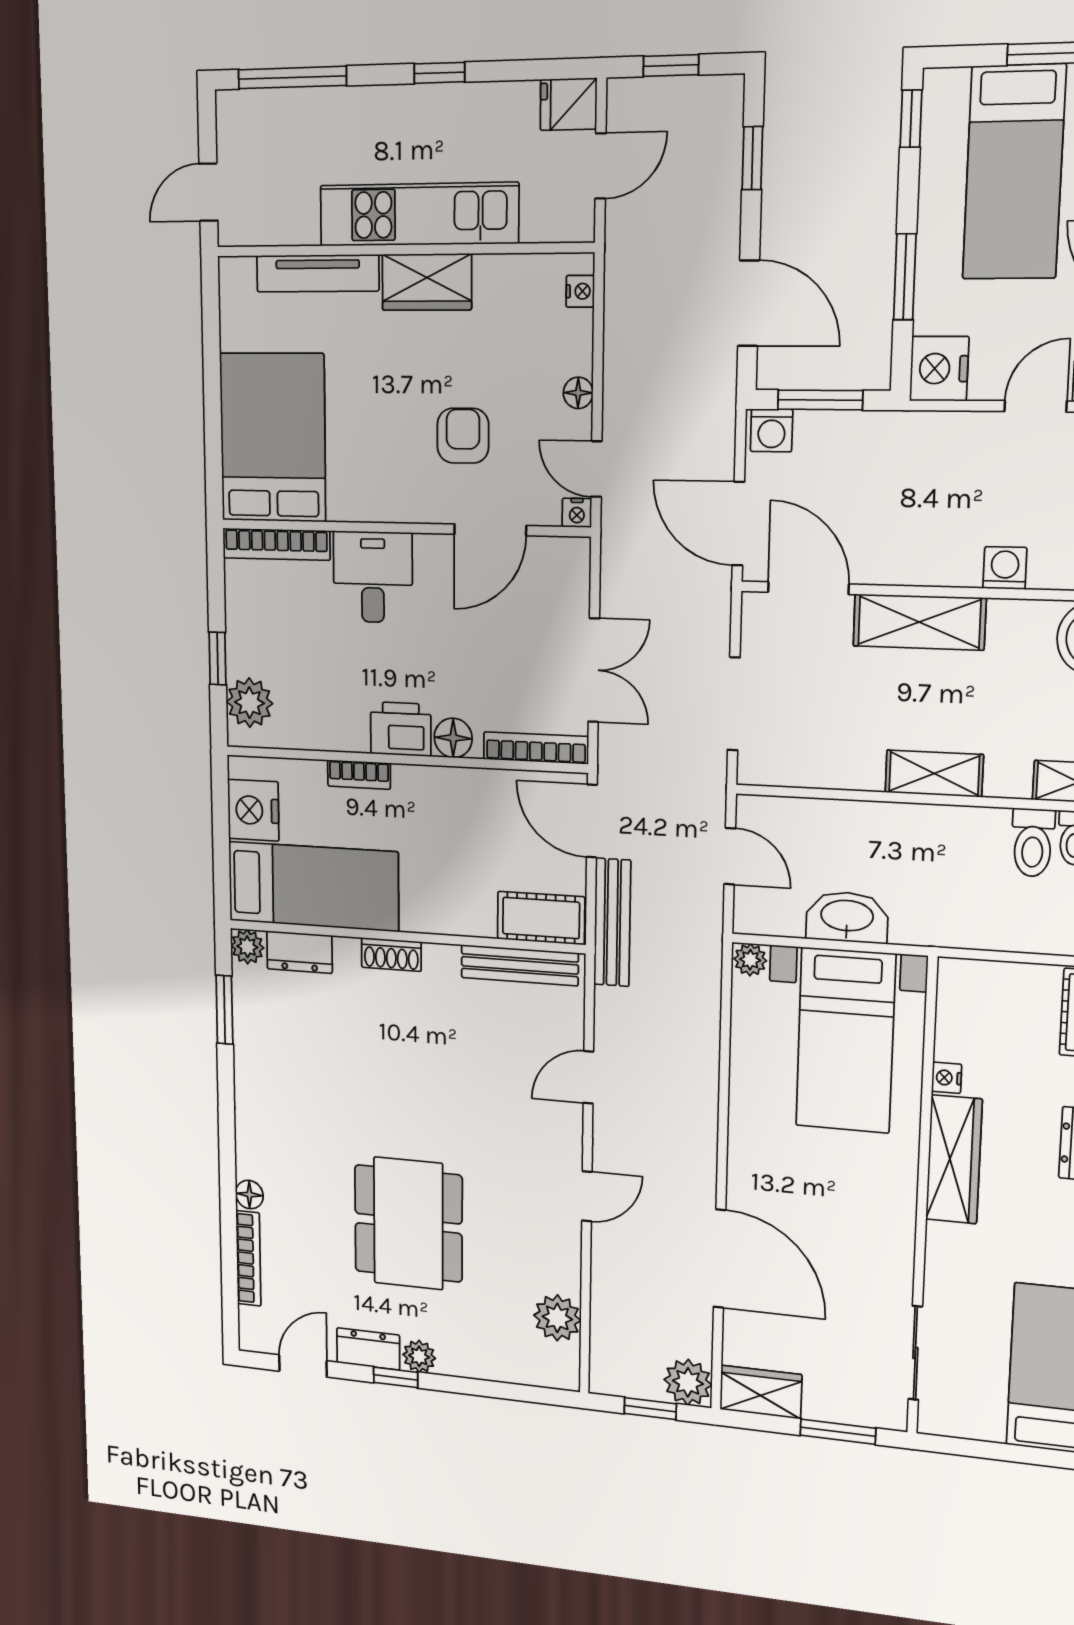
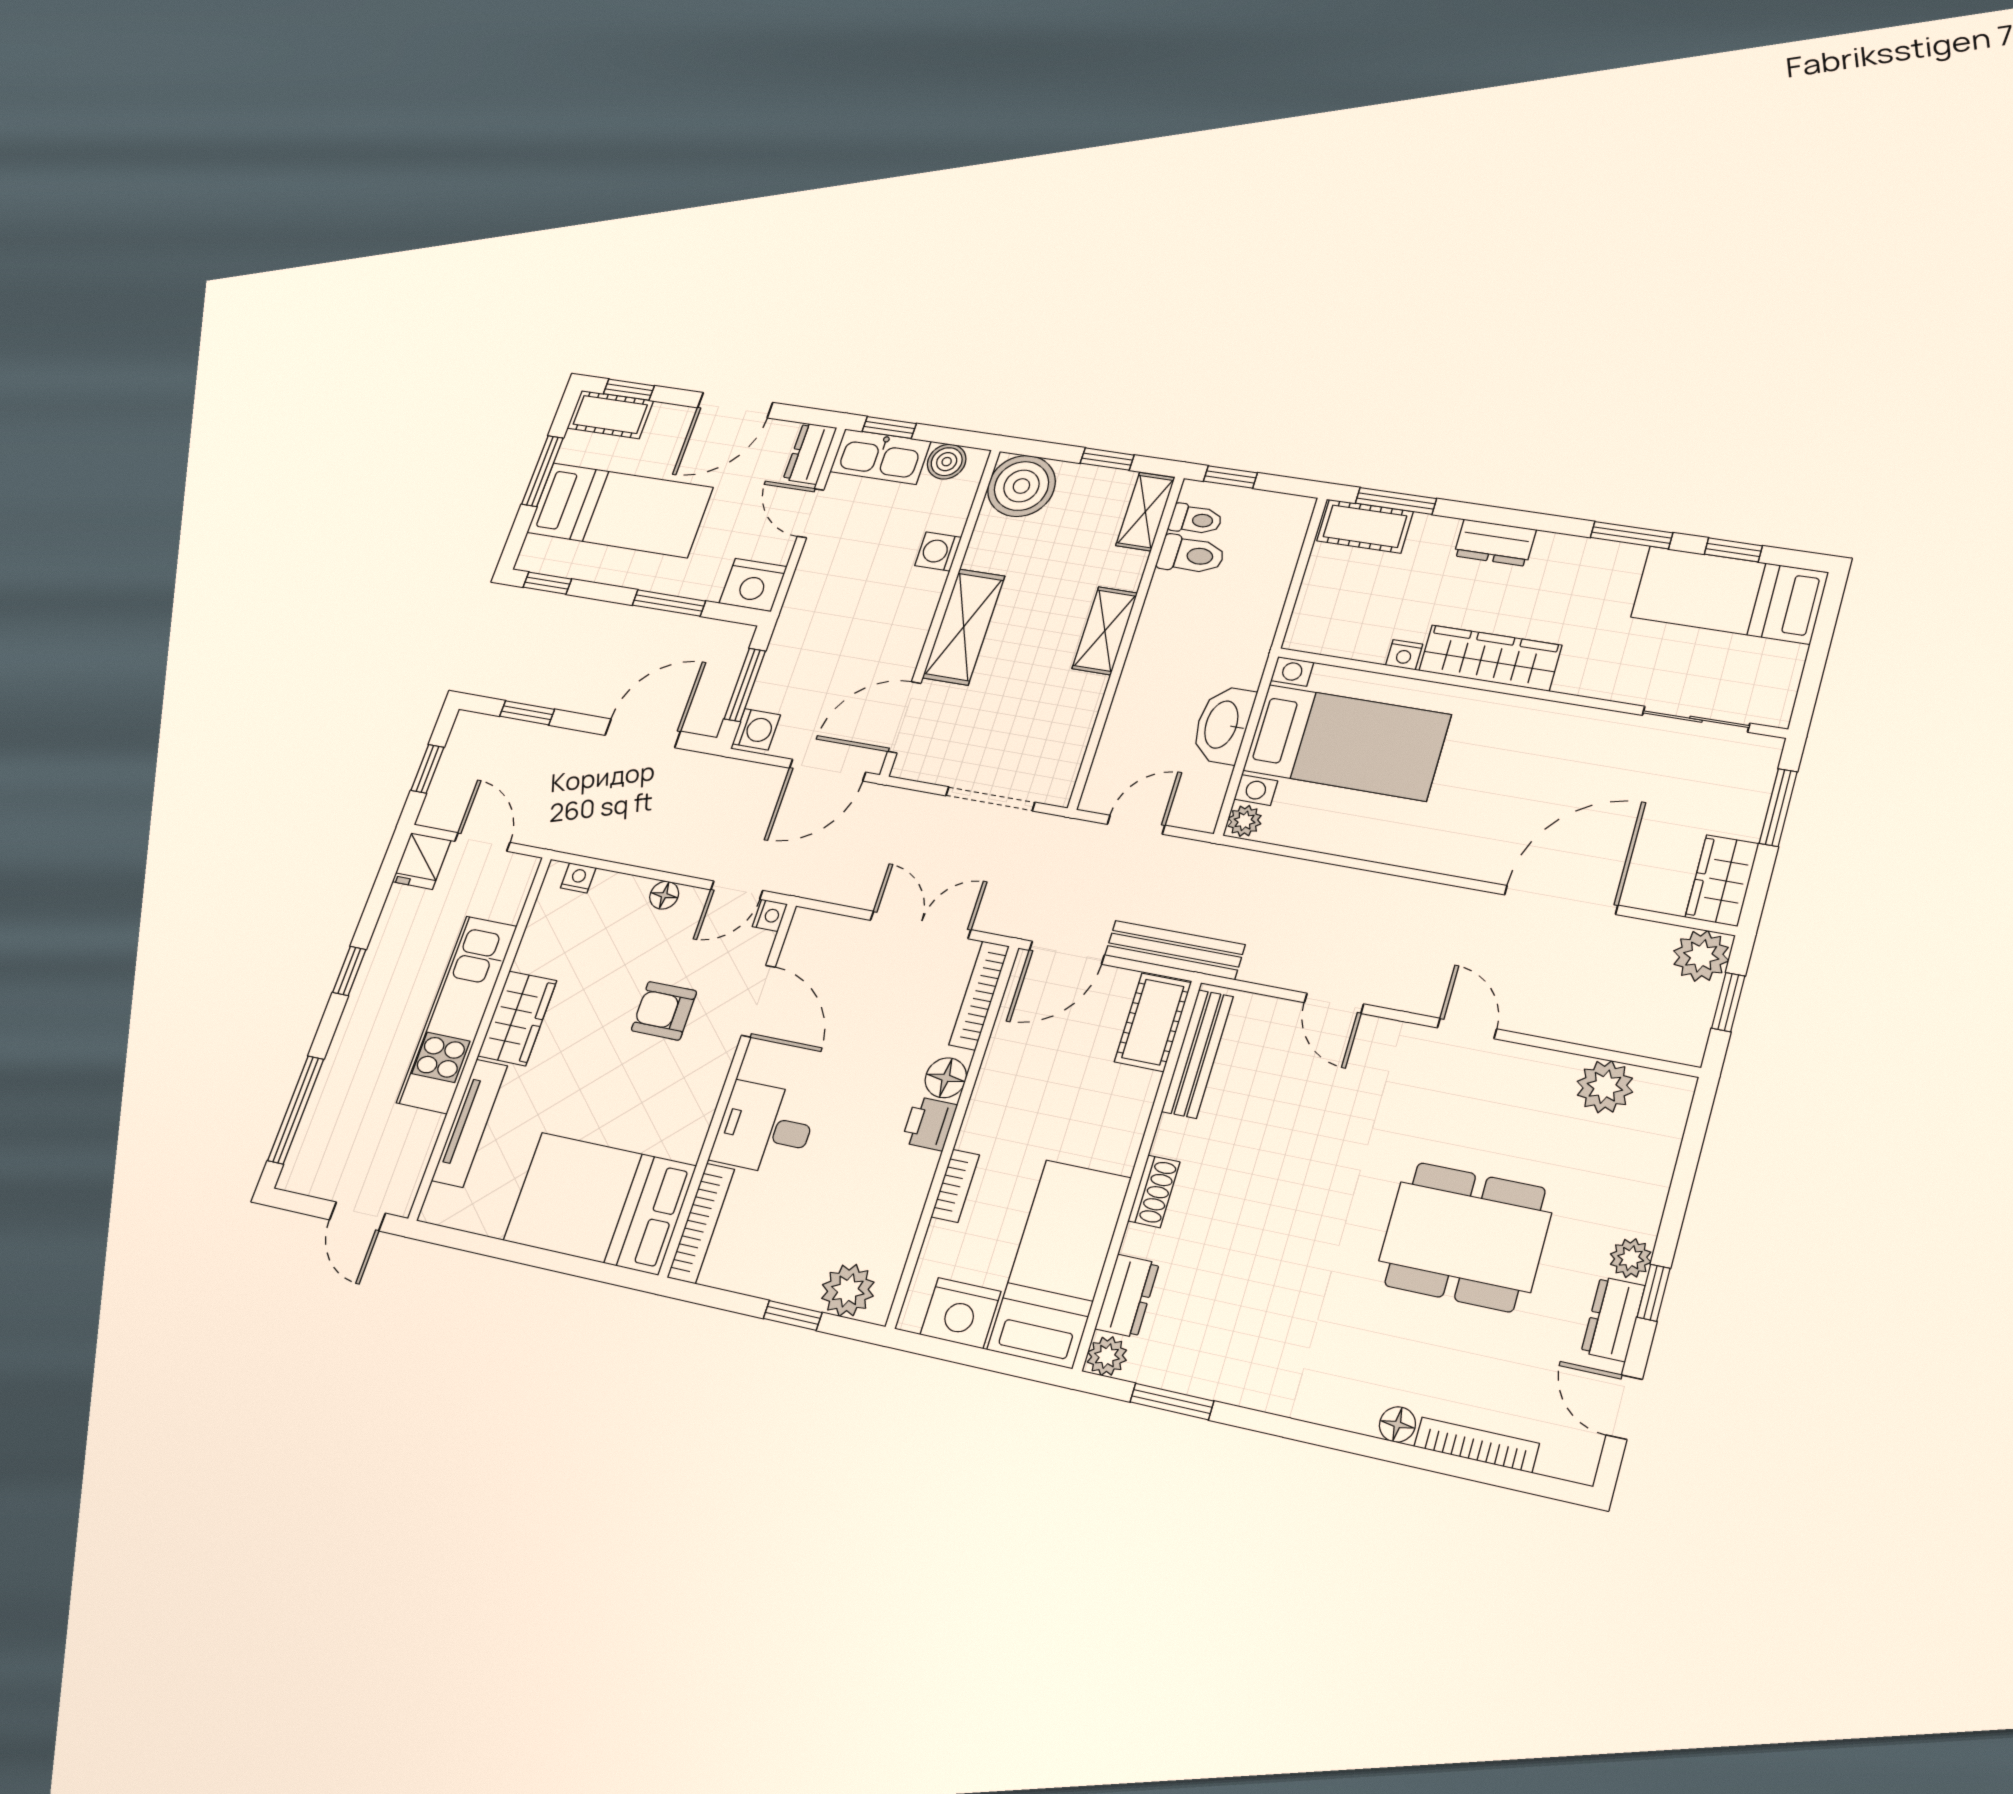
printer: (401, 729) -> (929, 1124), width x0.73, depth x0.81

